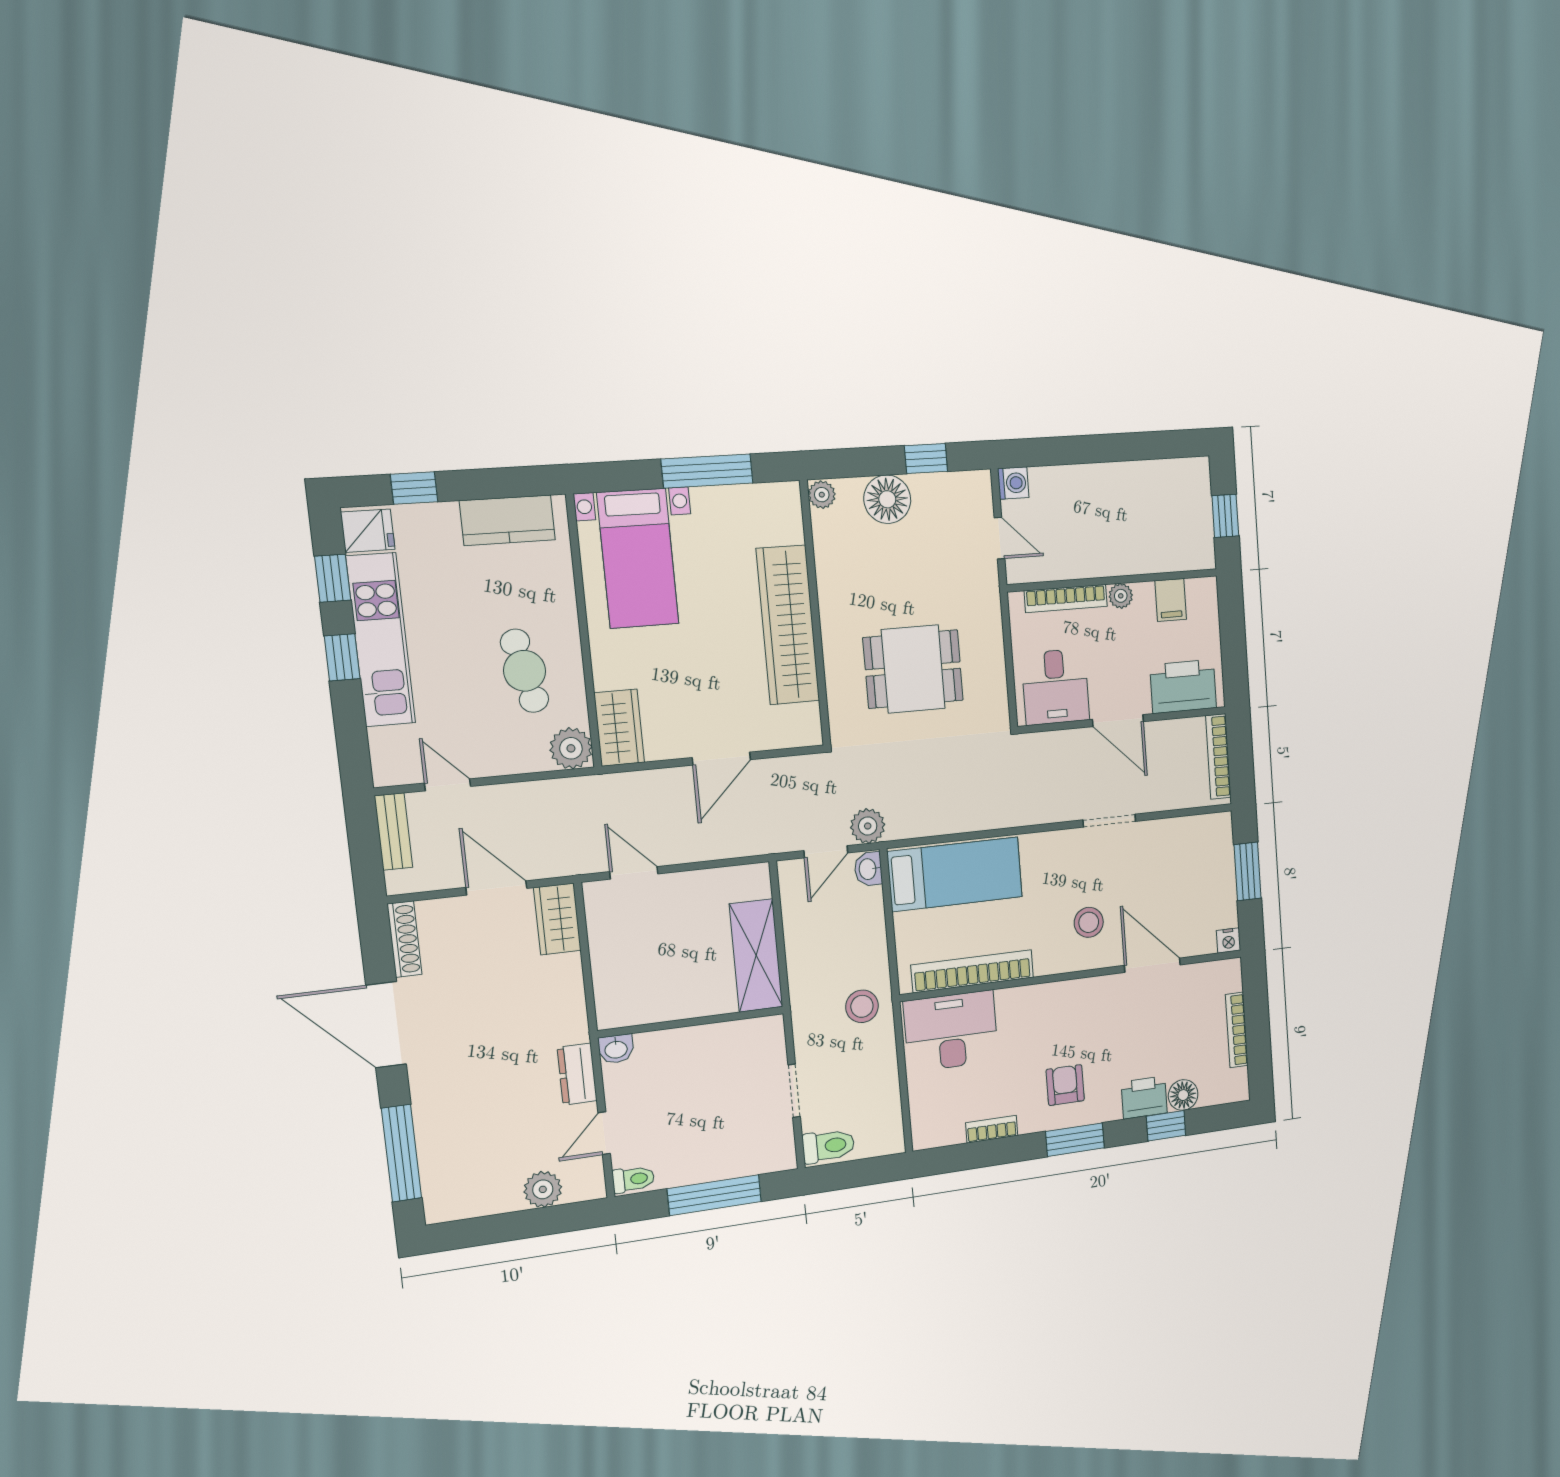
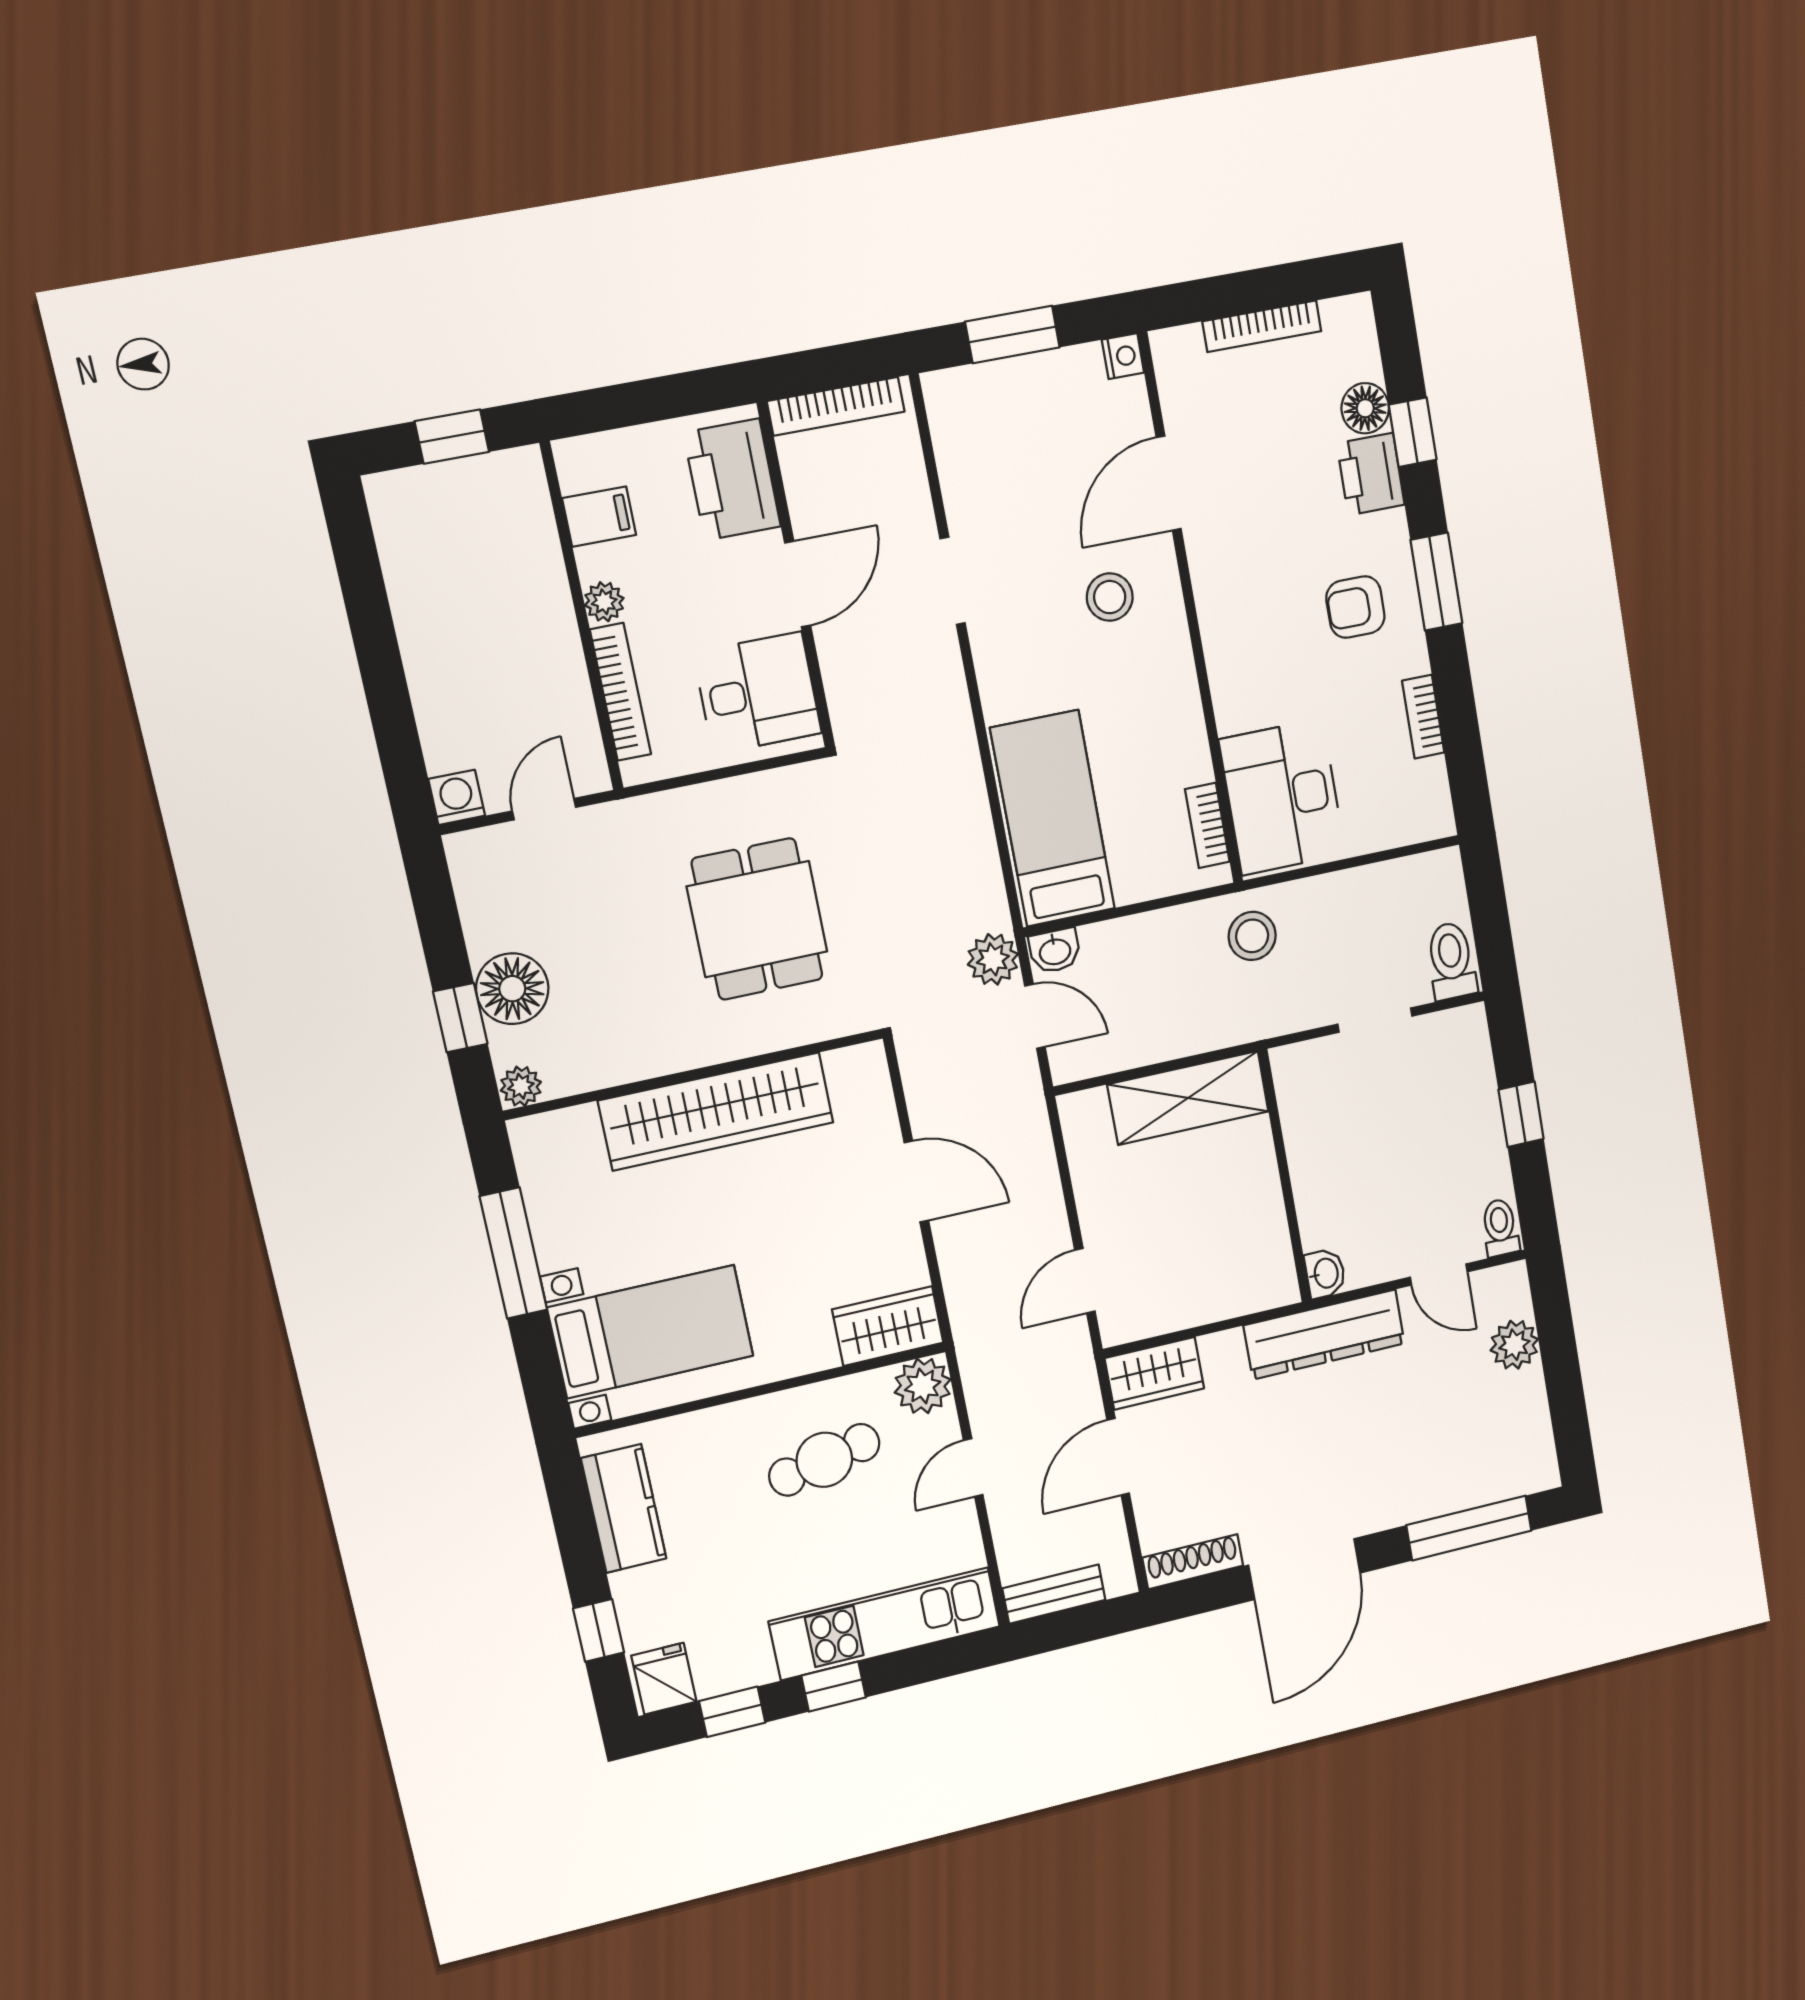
window: (926, 458) -> (460, 1018), moved
kitchen unit: (381, 640) -> (885, 1624), moved
door: (448, 785) -> (973, 1468), moved
bookcase: (972, 971) -> (1207, 825), width x0.43, depth x0.76
dresser: (577, 1074) -> (1324, 1334), width x1.96, depth x1.24
window: (714, 1195) -> (1521, 1114), width x0.46

